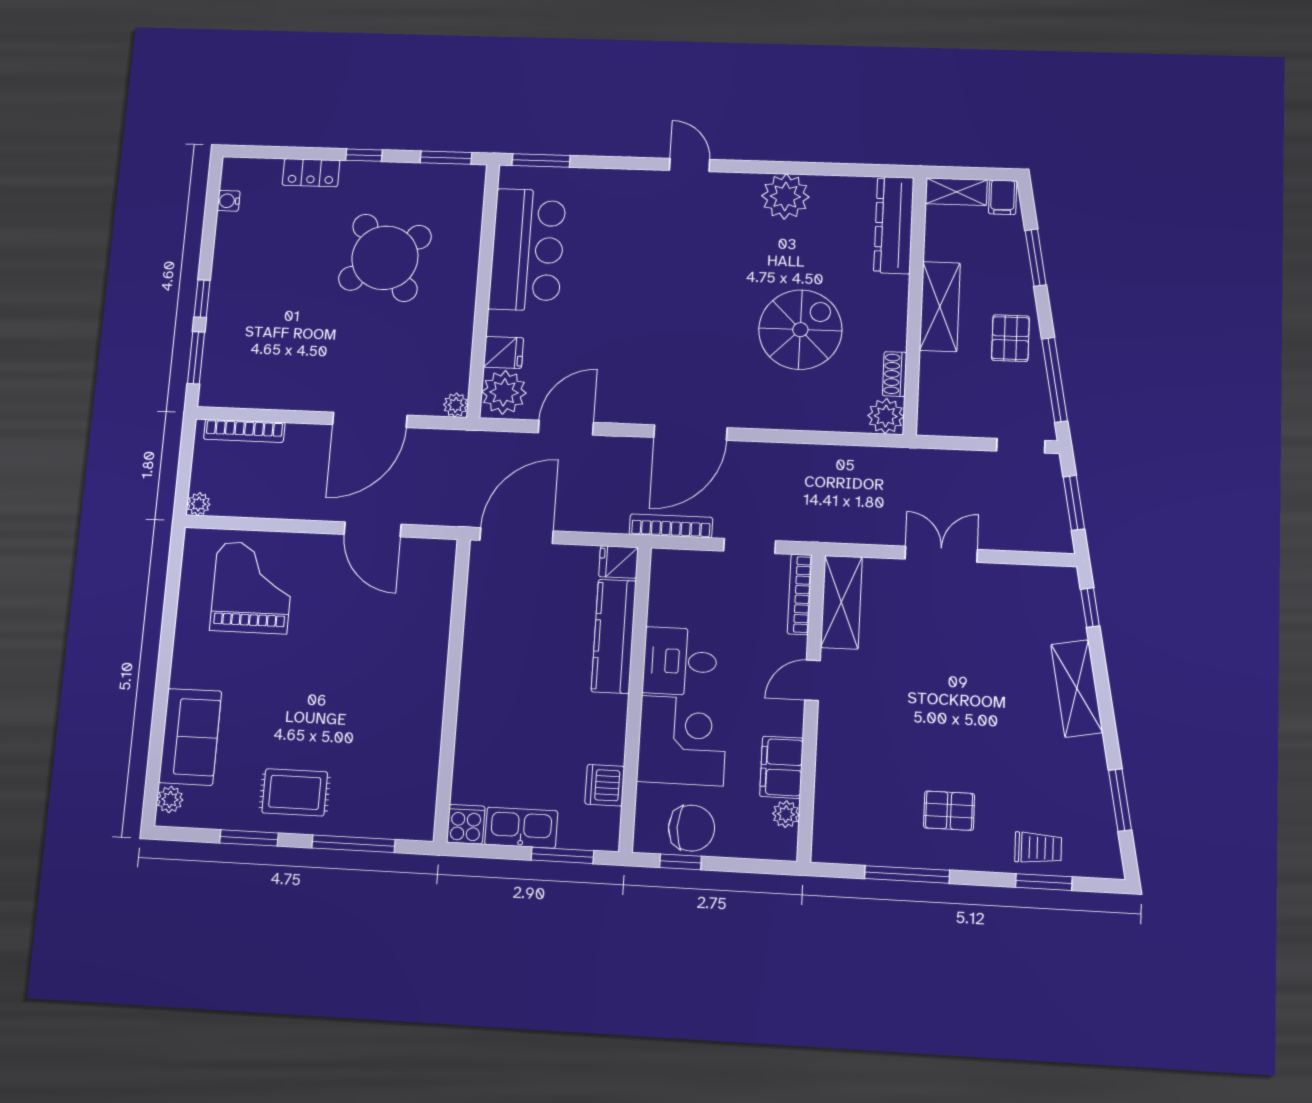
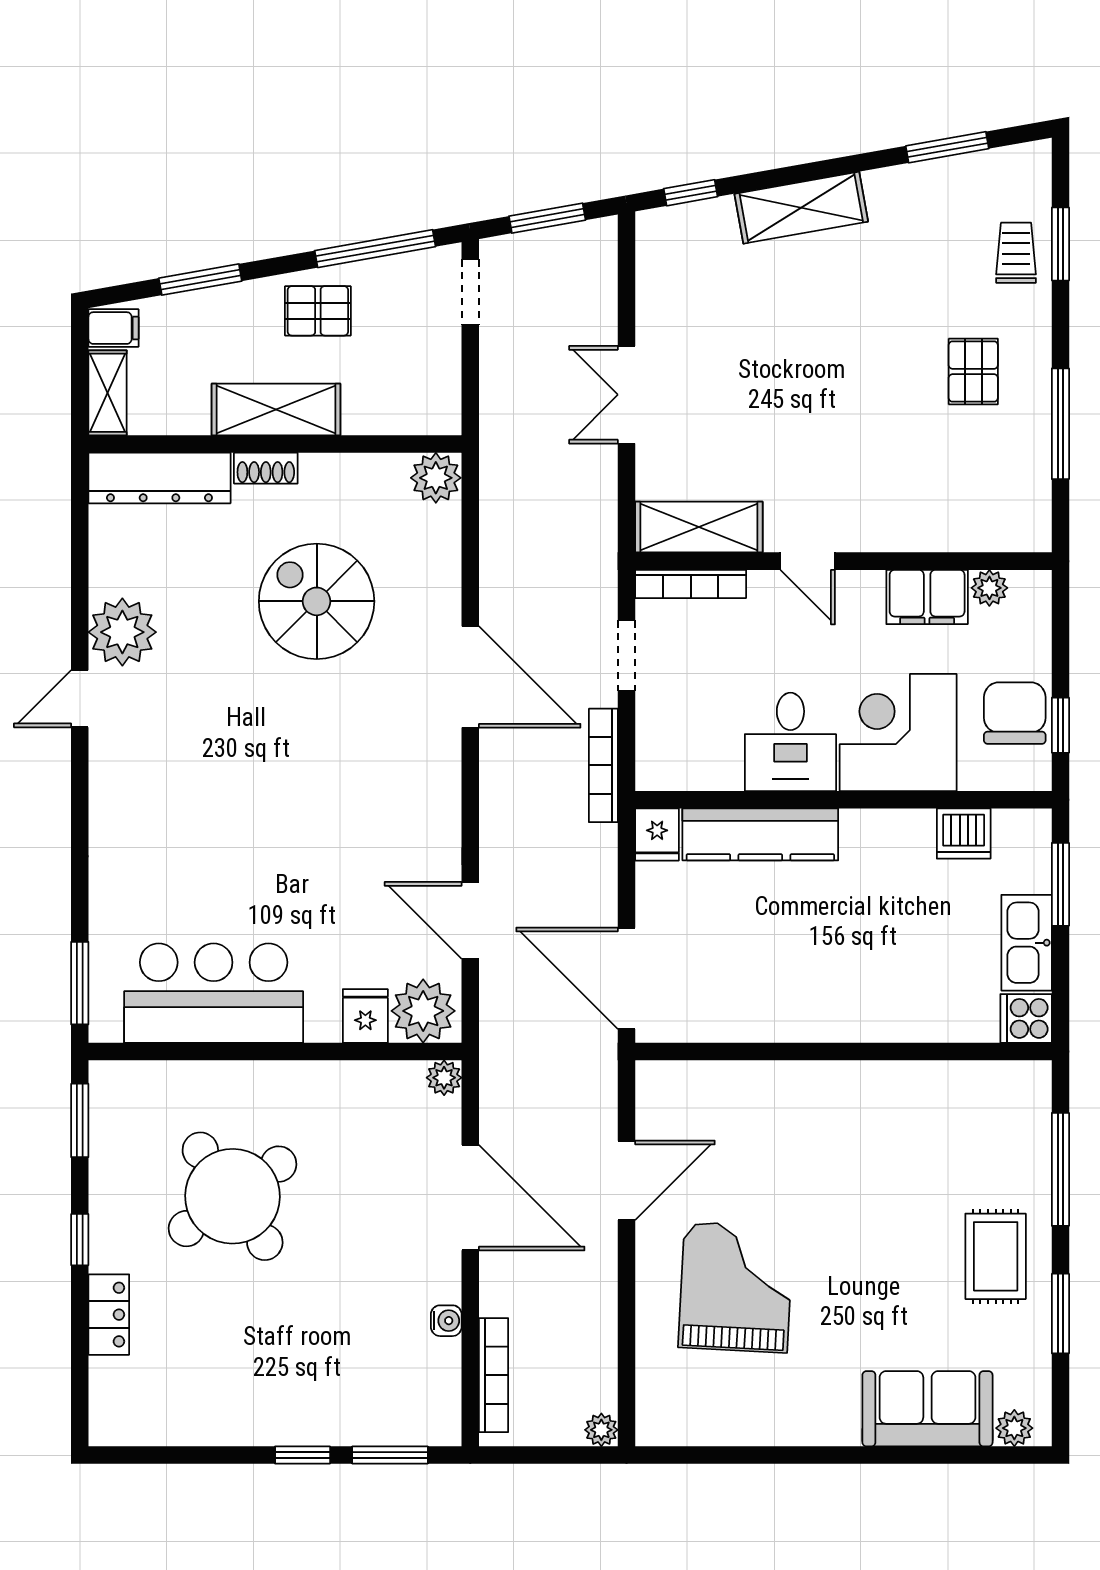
door: (690, 165) -> (80, 699), moved
water cooler: (229, 201) -> (446, 1321), moved, turned -90
shoe rack: (895, 374) -> (266, 468), moved
door: (690, 433) -> (470, 677), moved
grand piano: (252, 588) -> (736, 1287), moved, turned 93

